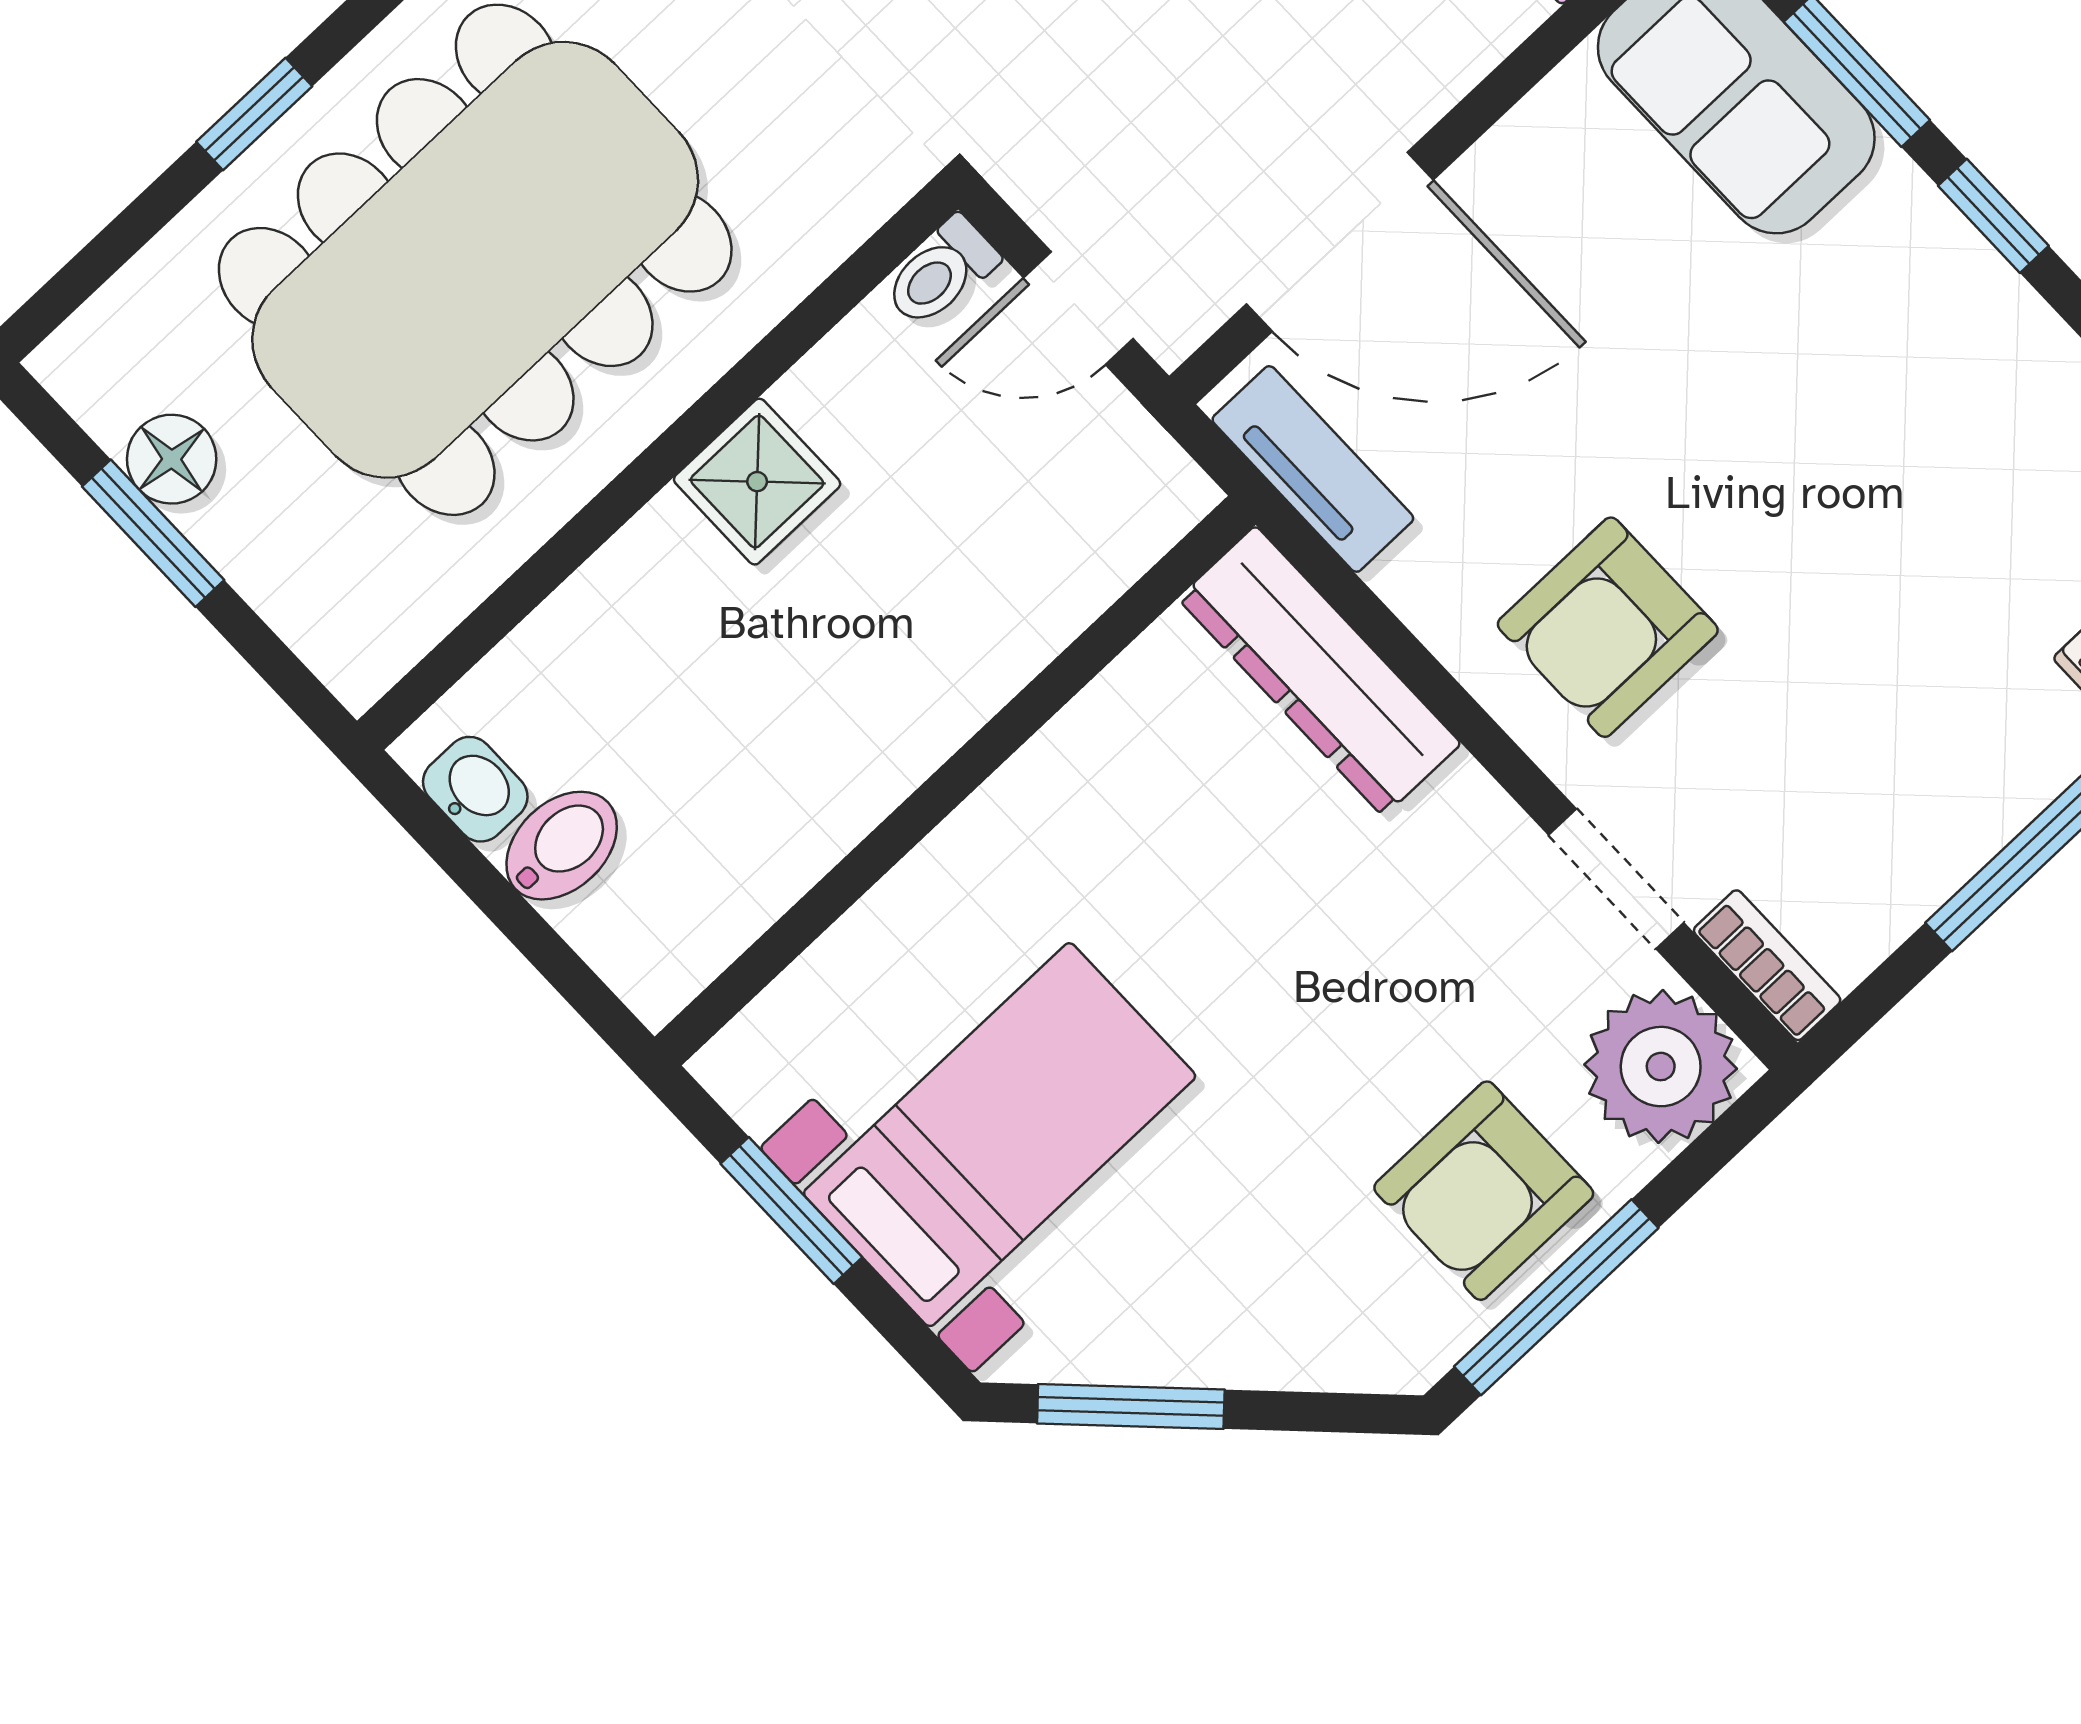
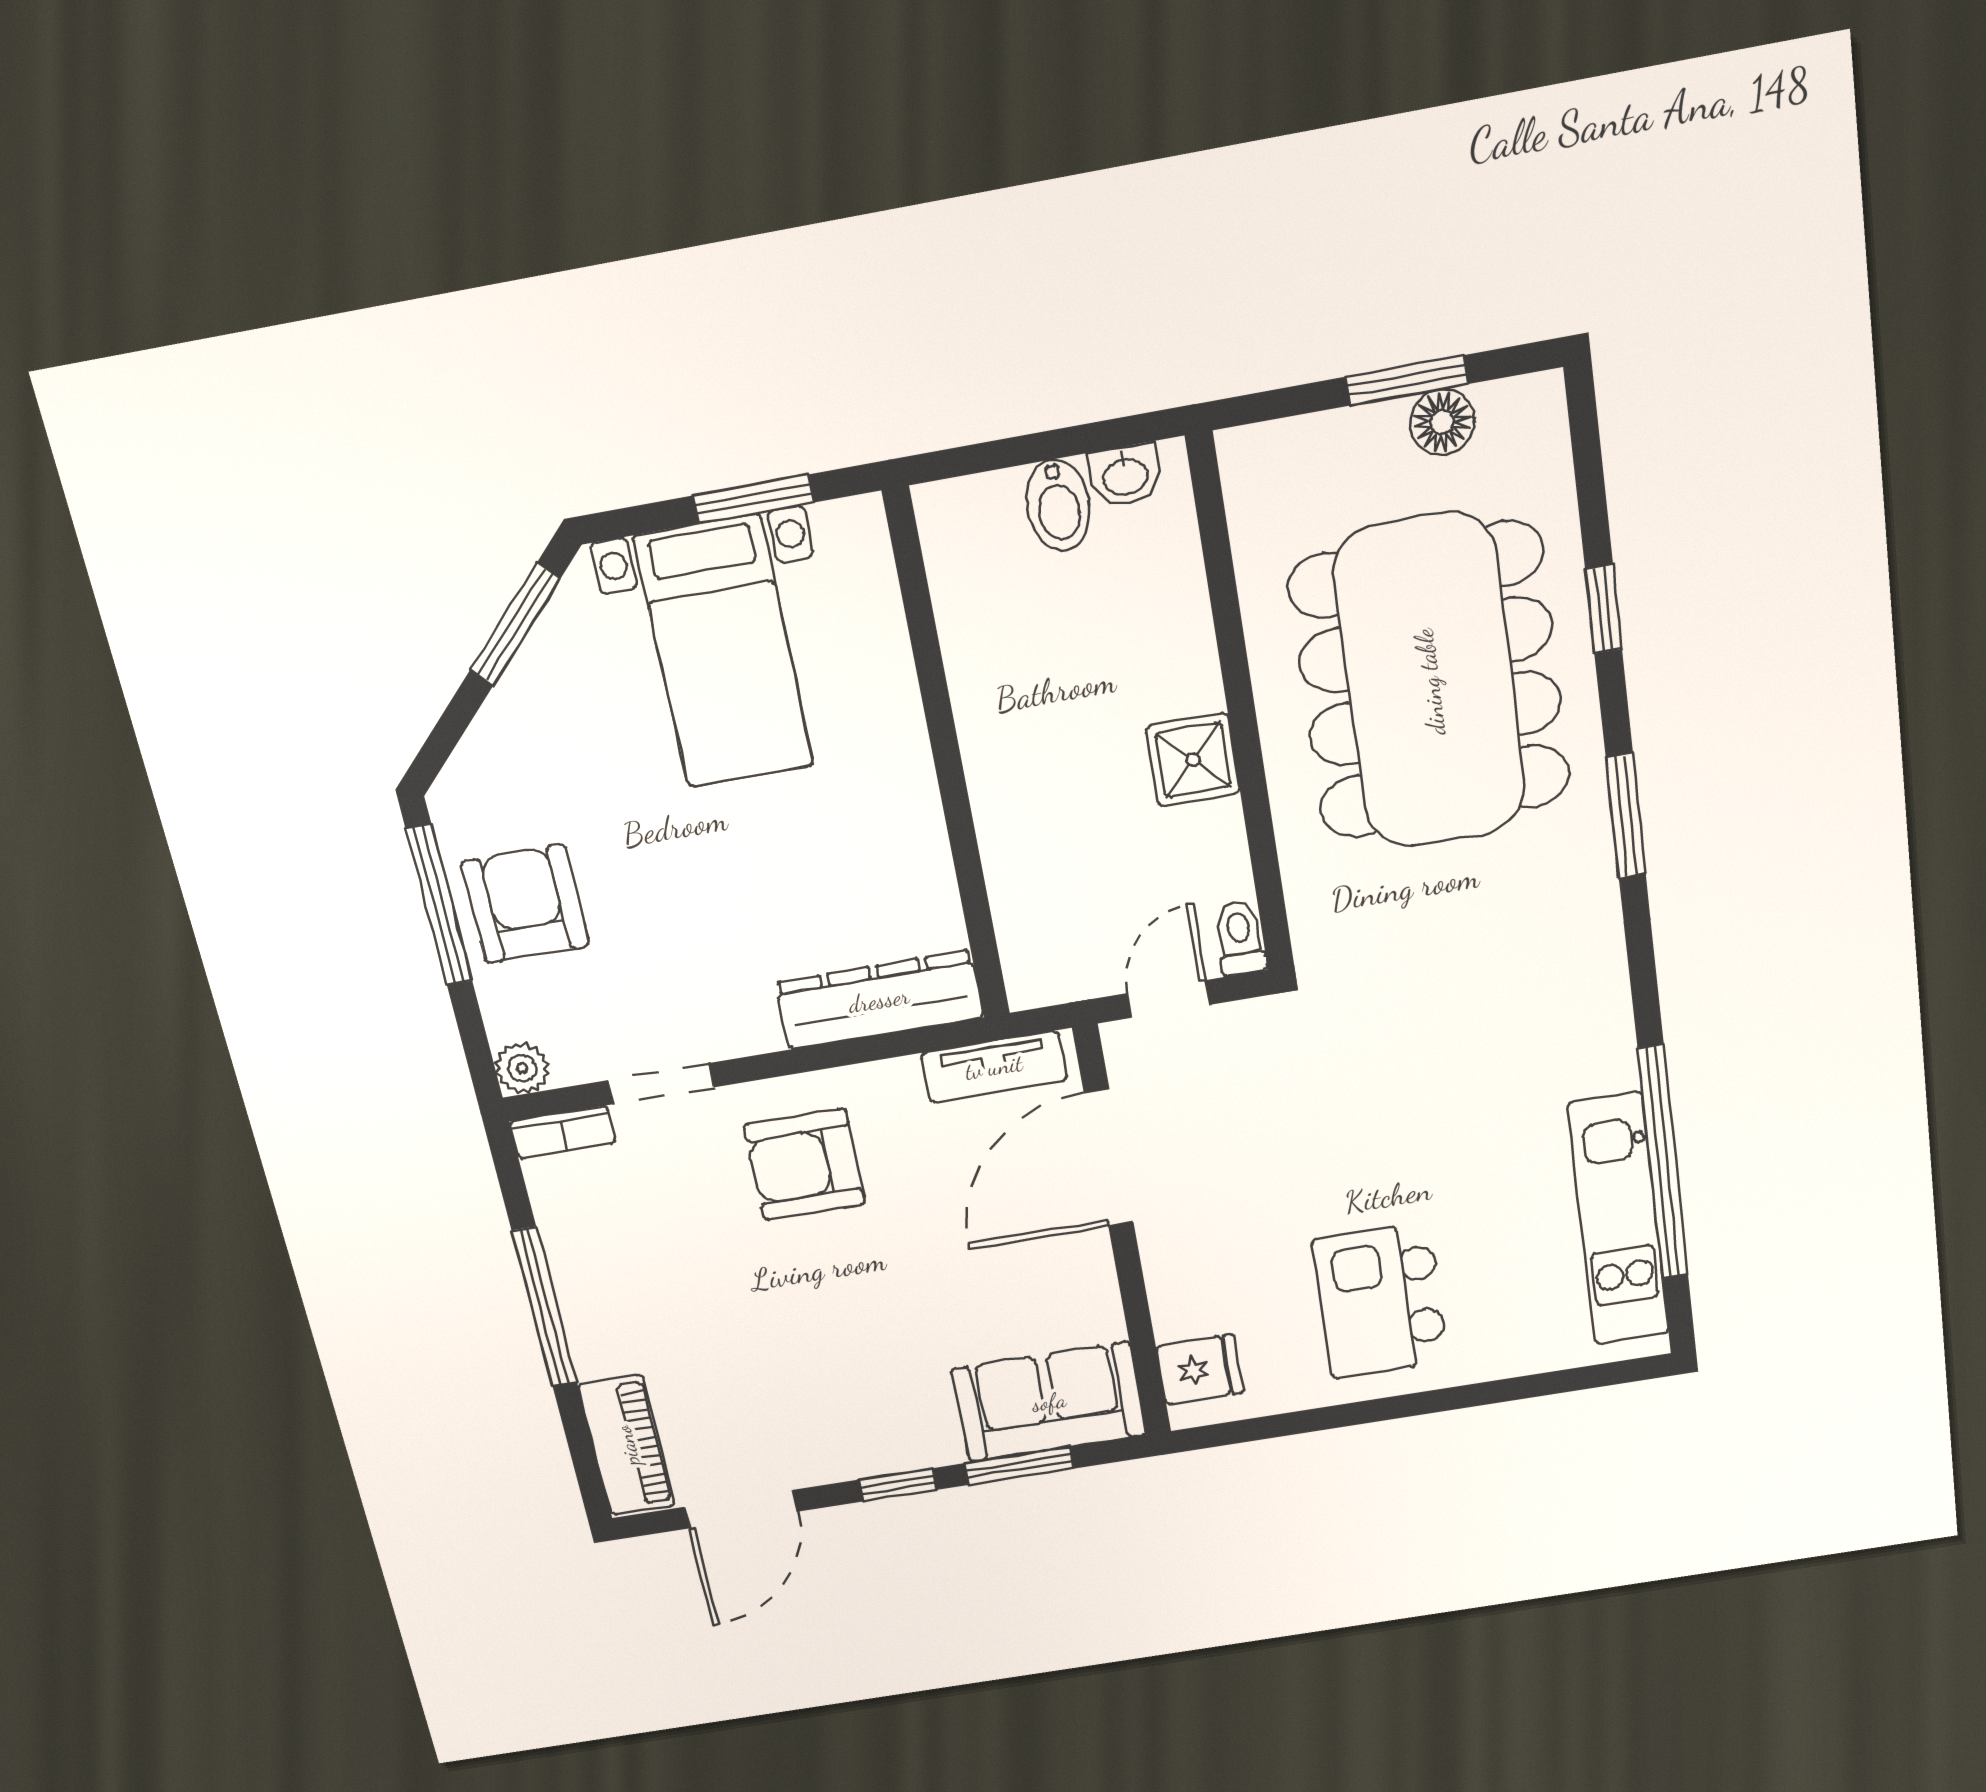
armchair: (1608, 627) -> (804, 1165), turned -90
plant: (1661, 1067) -> (522, 1068), width x0.53, depth x0.53

